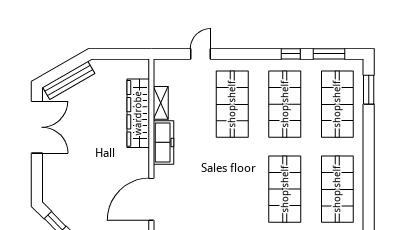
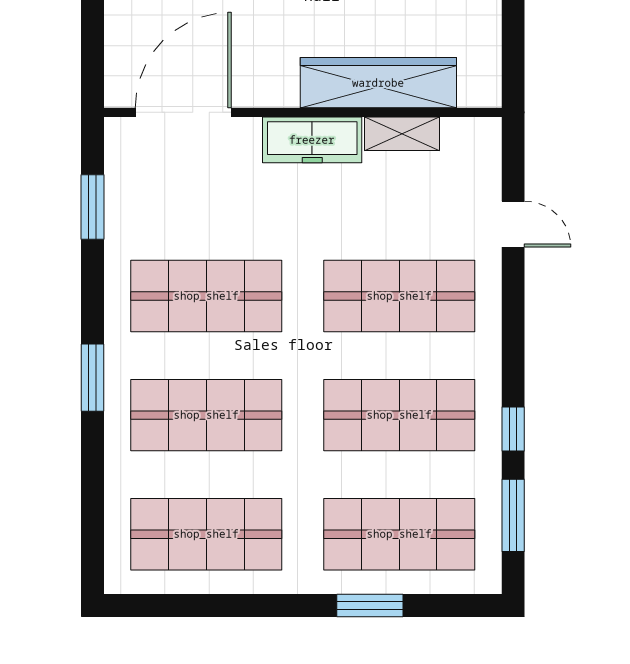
window: (369, 90) -> (370, 606), moved
shop shelf: (232, 189) -> (206, 296), added
door: (151, 199) -> (183, 112), hinge flipped

